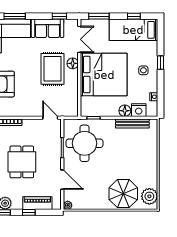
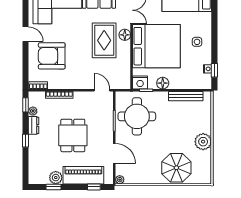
window: (160, 63) -> (214, 70), moved
nightstand: (139, 110) -> (140, 82), moved
floor lamp: (125, 111) -> (163, 83), moved
plant: (149, 196) -> (203, 142), moved
piano: (37, 203) -> (83, 175), width x1.37, depth x1.33
window: (29, 212) -> (94, 187), moved

